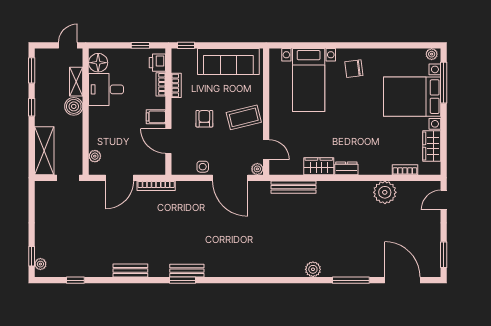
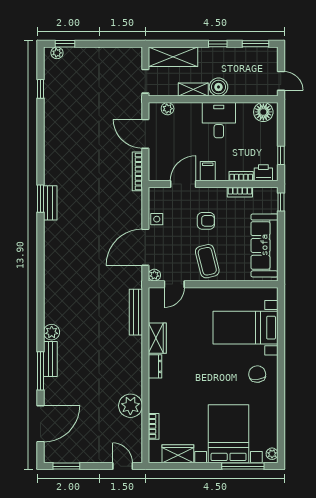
shelving: (76, 82) -> (193, 89), moved
desk: (106, 89) -> (219, 120), moved
bench: (130, 270) -> (50, 359), moved

